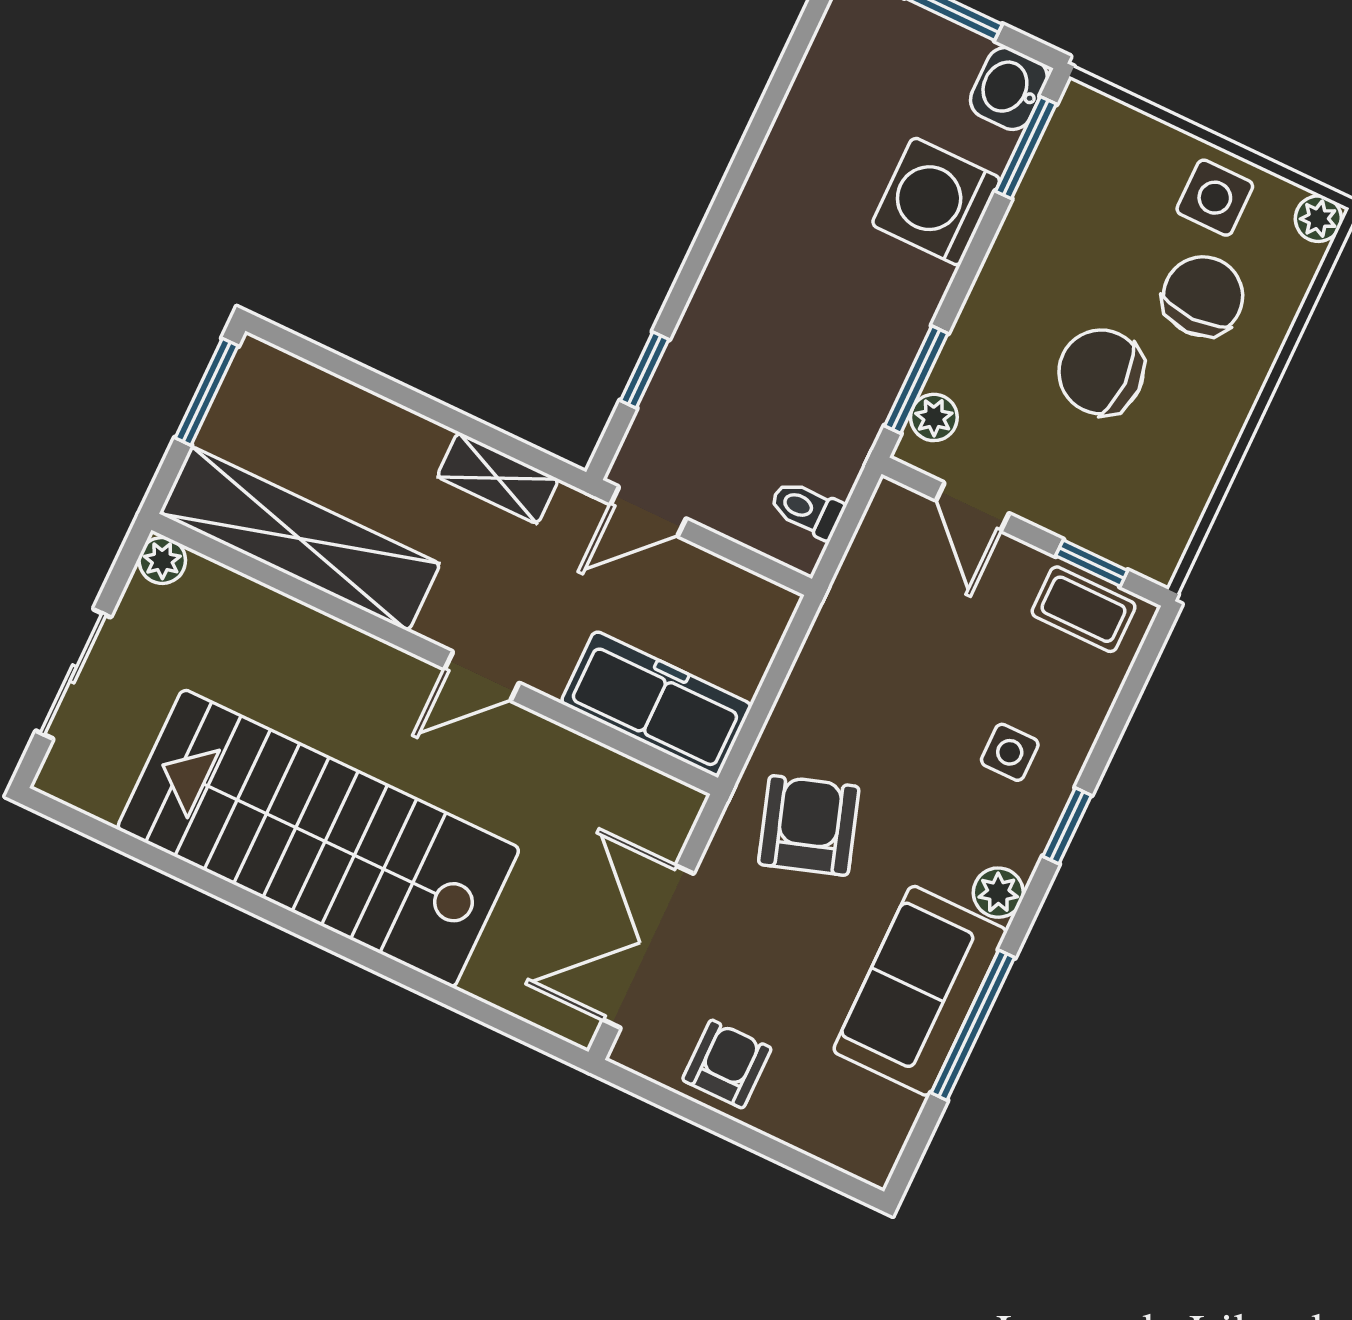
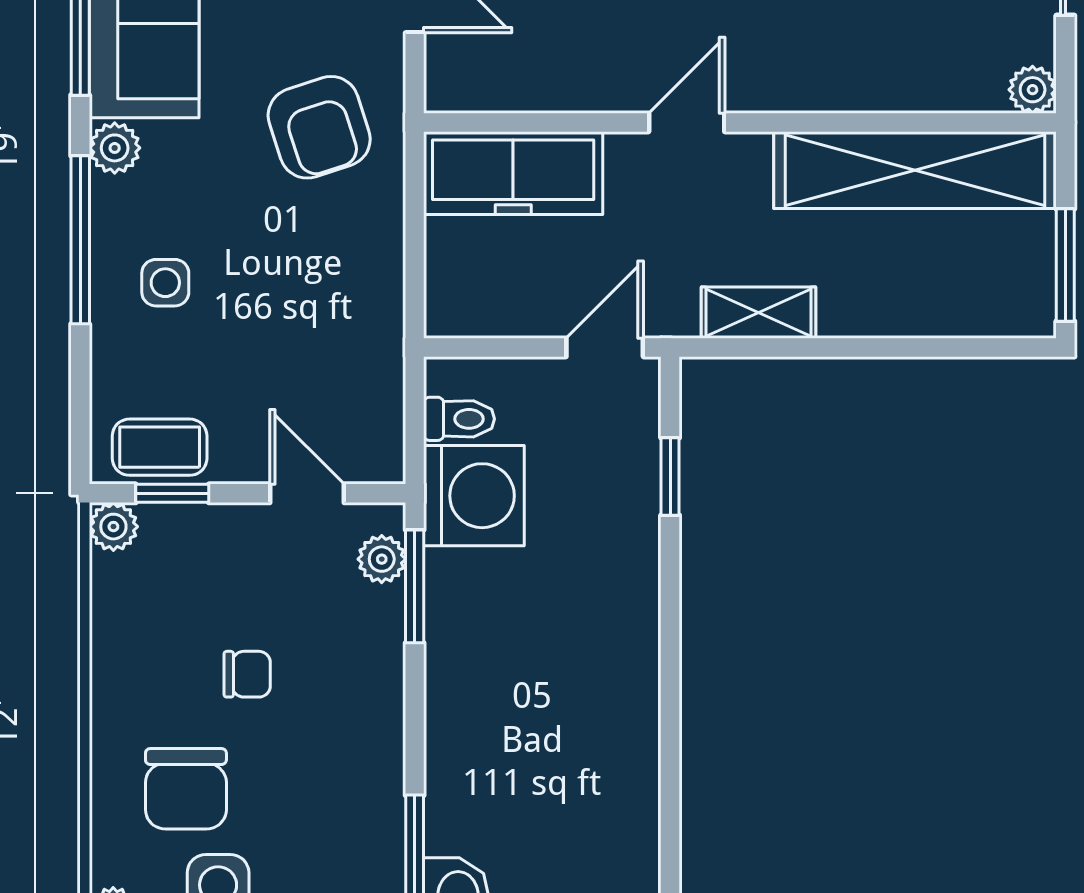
washing machine: (936, 202) -> (474, 496), moved
chair: (1101, 372) -> (247, 674), width x0.54, depth x0.54
plant: (1158, 558) -> (113, 527), added
window: (1067, 826) -> (80, 240), width x2.17

